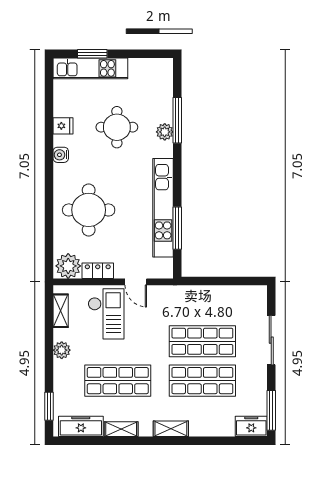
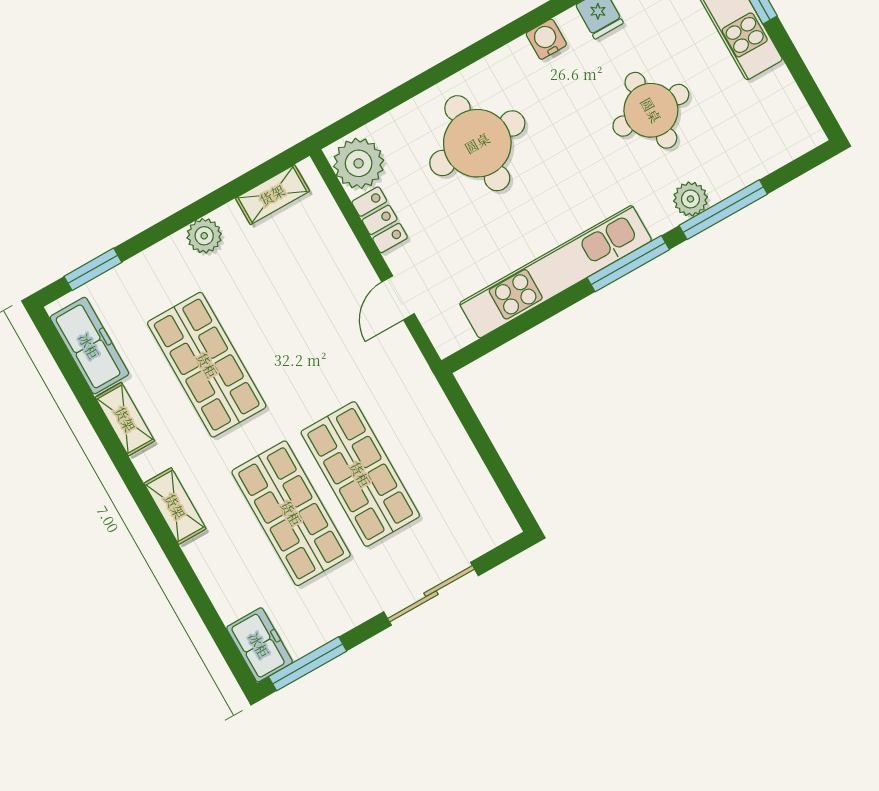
window: (177, 228) -> (628, 264), moved
checkout: (106, 314) -> (312, 278), removed

